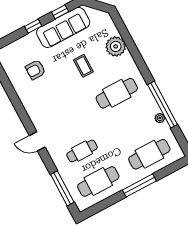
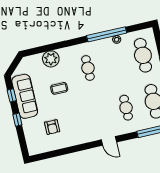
cafe table: (117, 93) -> (88, 68), width x0.73, depth x0.74
door: (37, 141) -> (109, 141), hinge flipped

